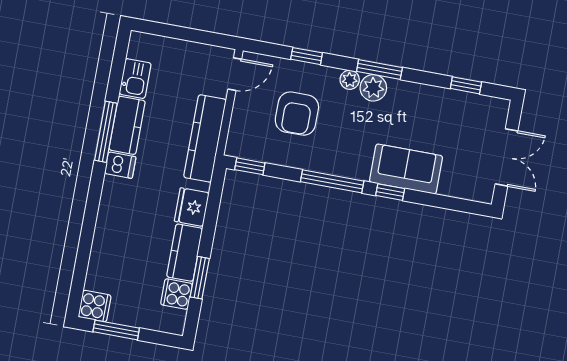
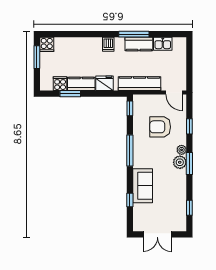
dishwasher: (120, 165) -> (108, 44), moved
window: (390, 192) -> (130, 200), moved

